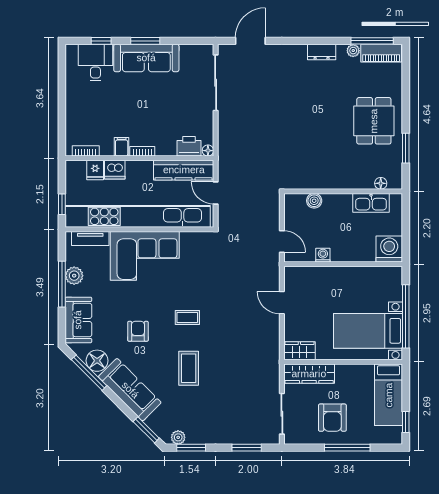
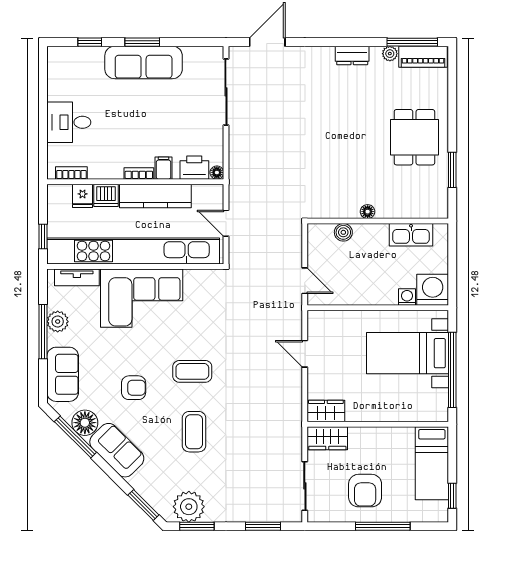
desk: (95, 63) -> (69, 122), moved, turned -90
filing cabinet: (122, 147) -> (164, 168), moved
kitchen counter: (184, 170) -> (155, 196), moved
floor lamp: (381, 183) -> (368, 212), moved
washing machine: (323, 255) -> (407, 297), moved
coffee table: (187, 318) -> (192, 371), width x1.36, depth x1.30
armchair: (138, 331) -> (134, 388), turned 90
bed with nightstands: (368, 331) -> (407, 353), moved
wardrobe: (309, 374) -> (327, 438), width x0.67
sofa: (130, 390) -> (117, 450), width x0.73
plant: (178, 437) -> (189, 507), width x1.87, depth x1.87

